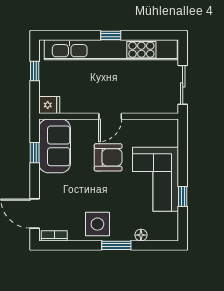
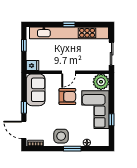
plant: (165, 132) -> (101, 82), added
window: (35, 153) -> (24, 107), moved

